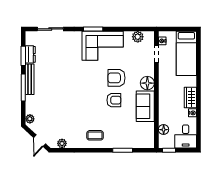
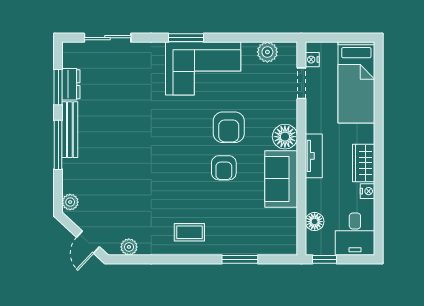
armchair: (117, 78) -> (229, 127), turned -90
tv unit: (163, 94) -> (314, 156), added
armchair: (114, 100) -> (224, 168), turned 90

